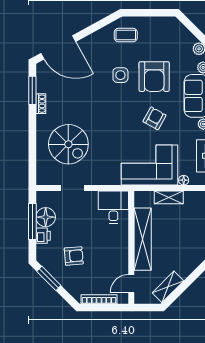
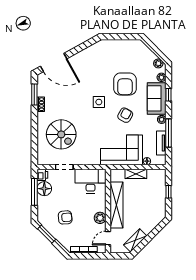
coffee table: (126, 35) -> (104, 53), removed
side table: (120, 75) -> (99, 102), moved
desk: (113, 207) -> (90, 181), width x1.37
printer: (43, 236) -> (42, 175), moved
plant: (121, 256) -> (100, 218), added

